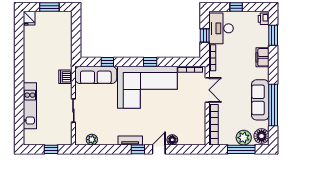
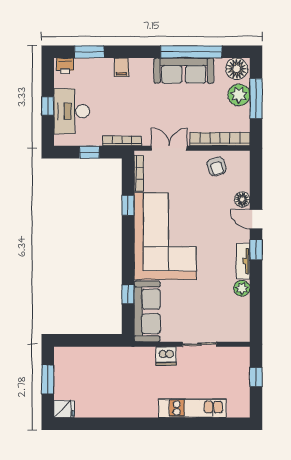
desk: (221, 28) -> (72, 111), moved, turned 90
filing cabinet: (263, 57) -> (121, 67), width x0.50
window: (150, 62) -> (128, 205), moved
dishwasher: (65, 77) -> (166, 356), moved
armchair: (195, 122) -> (216, 166), added
plant: (92, 140) -> (242, 288), moved

